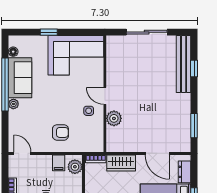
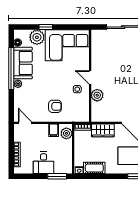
plant: (38, 45) -> (37, 37), added

